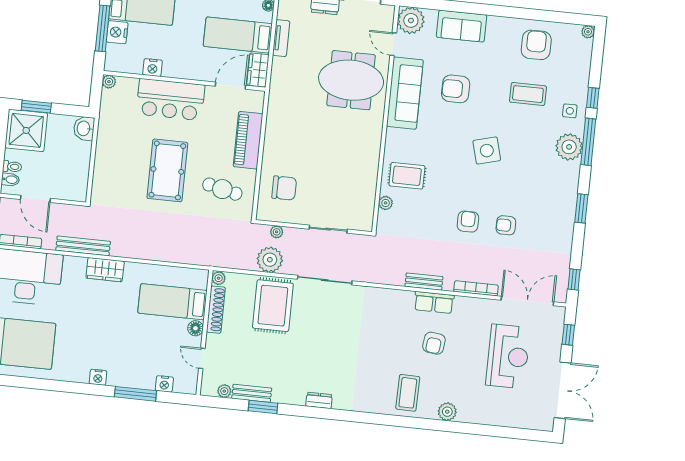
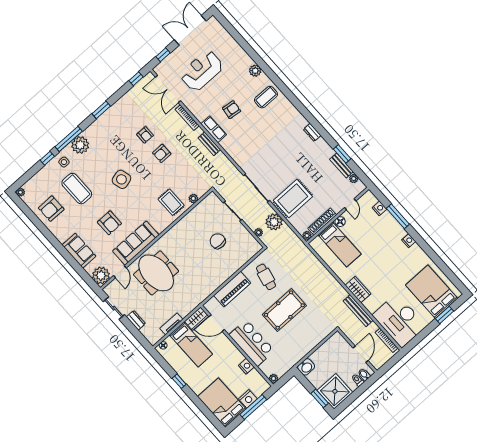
coffee table: (528, 94) -> (77, 189), width x1.36, depth x1.32
chair: (284, 188) -> (218, 241), moved

